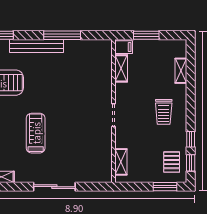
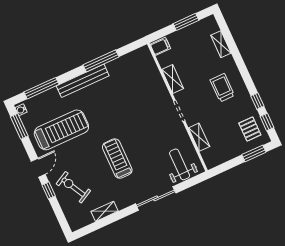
window: (146, 35) -> (186, 22), moved
shelving: (121, 68) -> (173, 79), moved
trolley: (164, 112) -> (222, 88), turned 180
shelving: (121, 162) -> (199, 137), moved
weight bench: (91, 165) -> (180, 164), added

